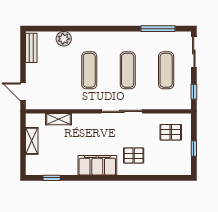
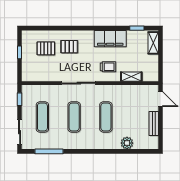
bench: (31, 48) -> (154, 124), moved
trolley: (87, 131) -> (108, 67), added
pallet: (171, 132) -> (46, 48), moved
shelving: (32, 141) -> (153, 43), moved
filing cabinet: (97, 165) -> (110, 39), moved

